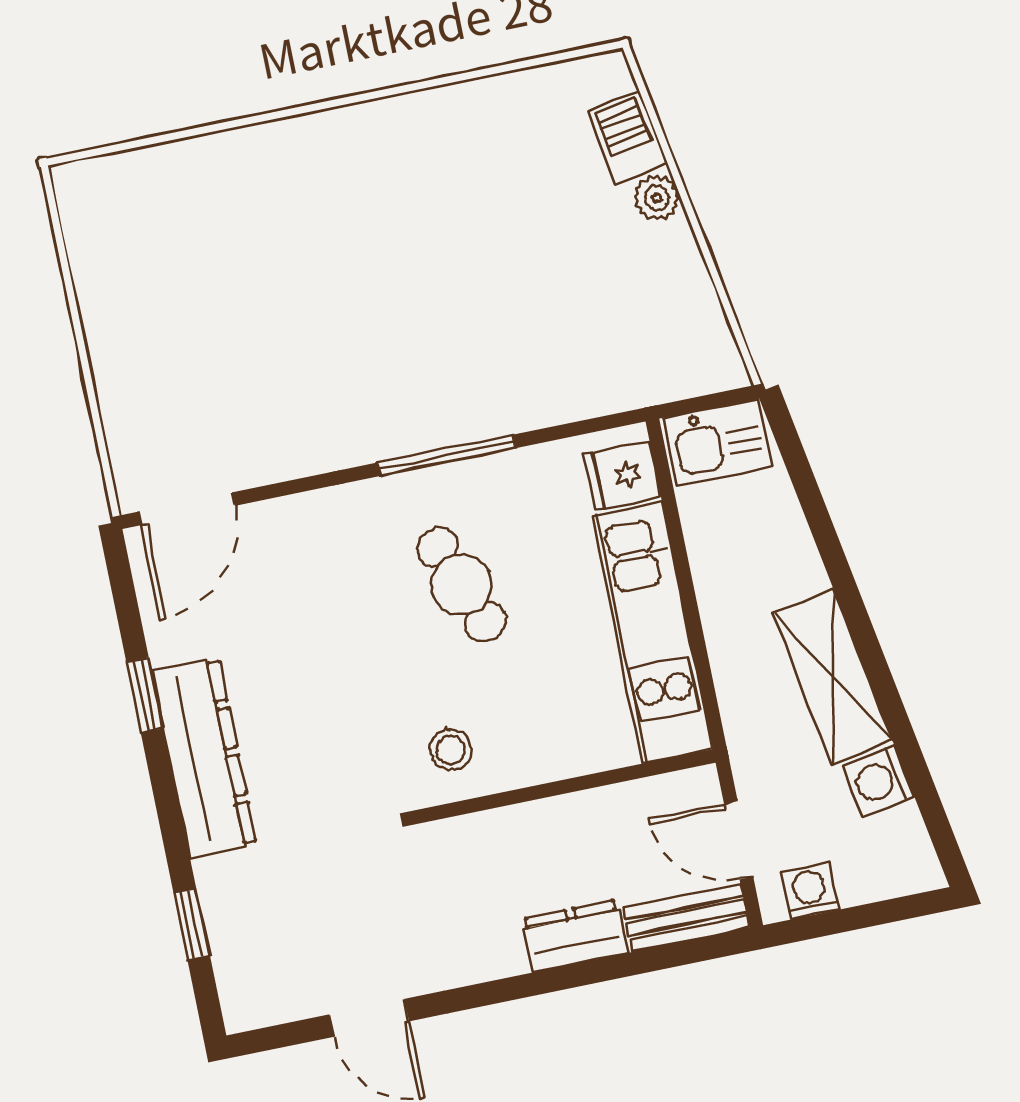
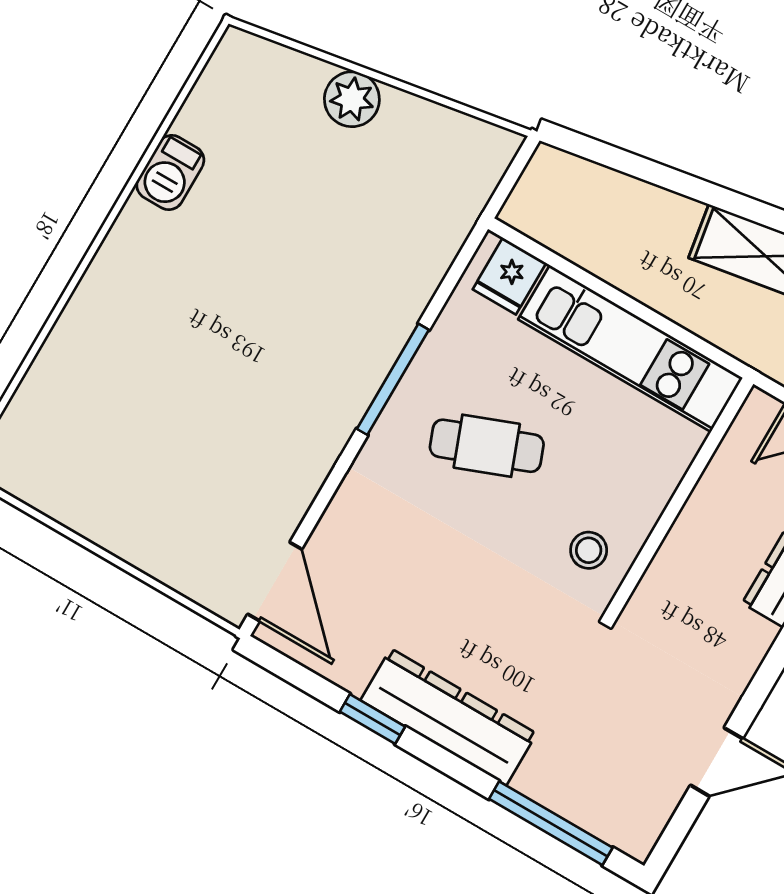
barbecue: (627, 137) -> (170, 172), moved, turned -80
plant: (657, 198) -> (352, 99), width x1.38, depth x1.38
kitchen sink: (718, 443) -> (544, 194), removed
window: (192, 924) -> (551, 823), width x2.17

